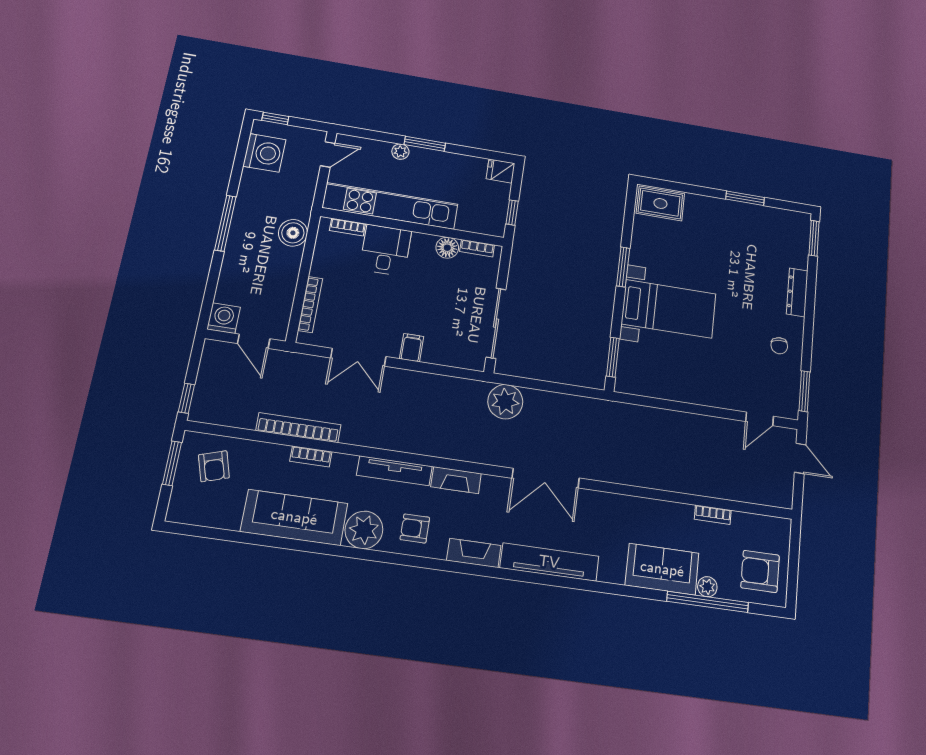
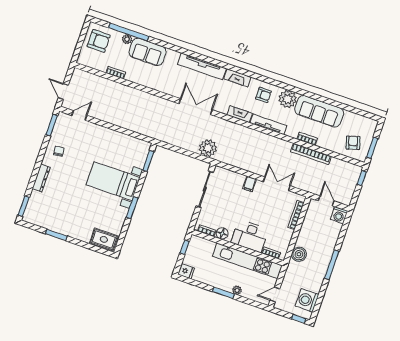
desk: (385, 250) -> (250, 236), width x1.37

